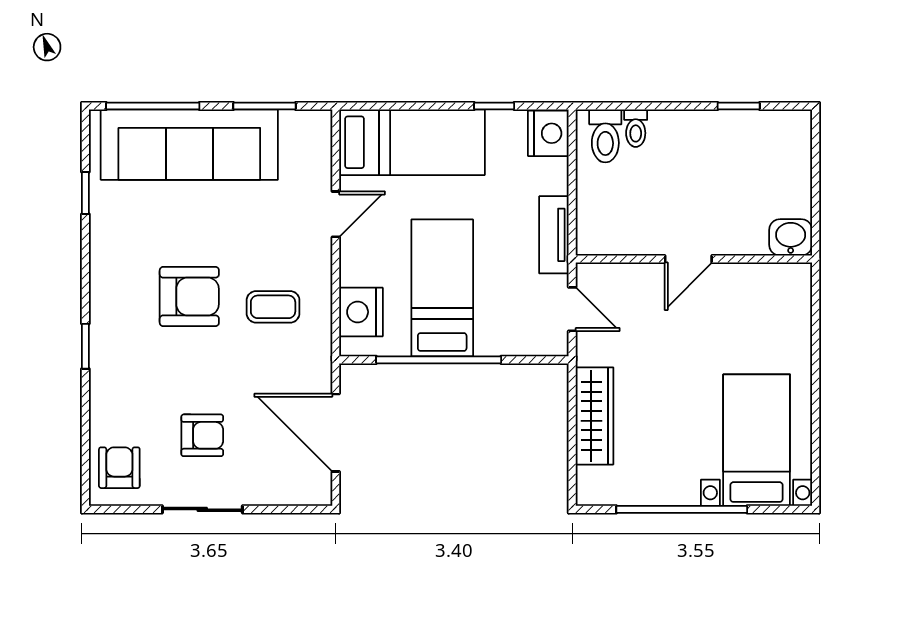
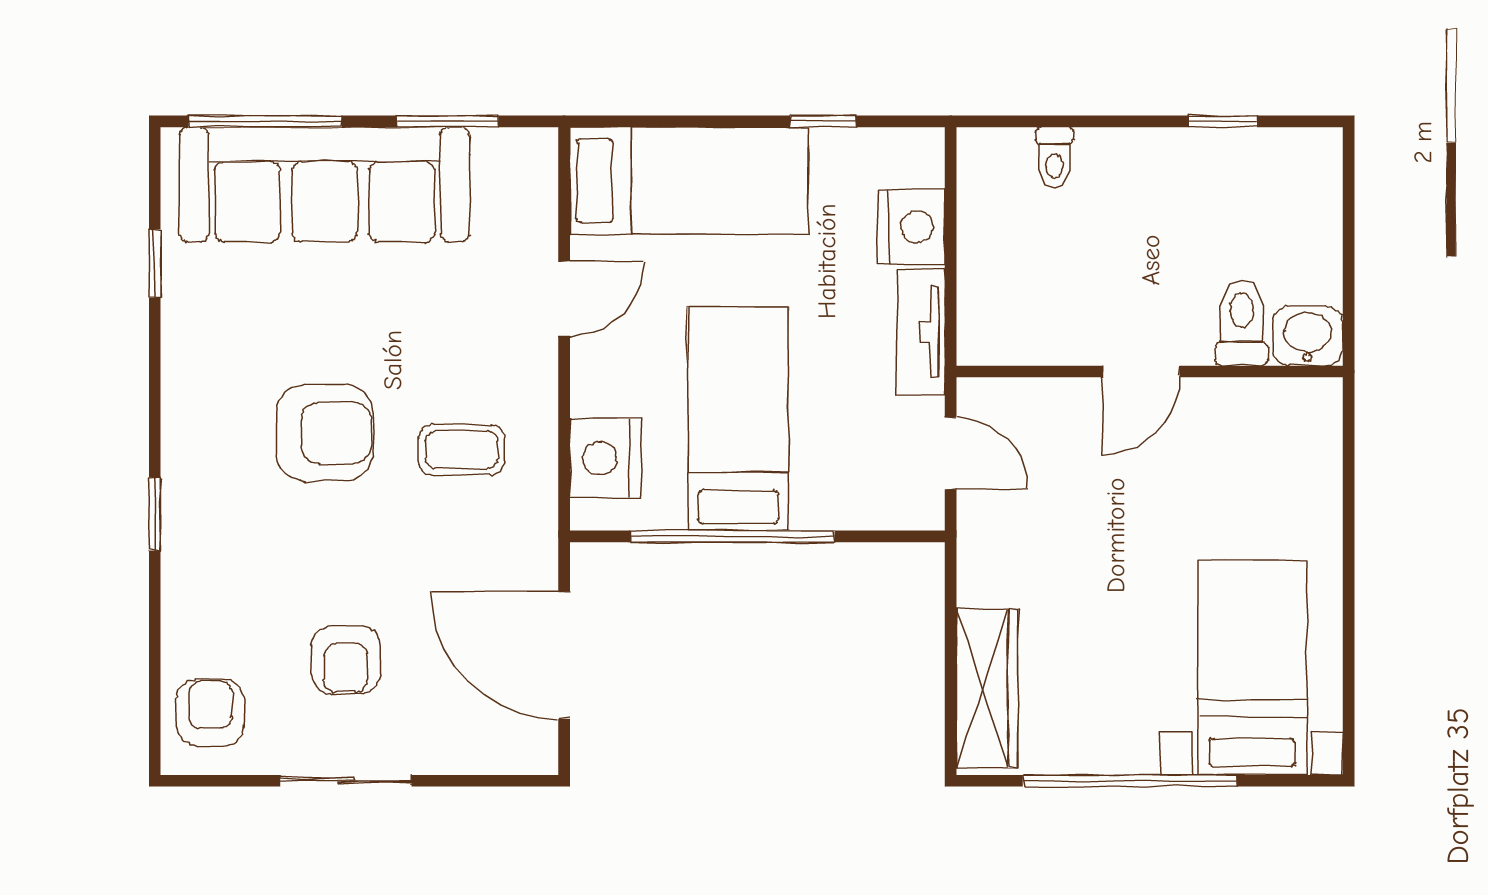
nightstand: (548, 133) -> (912, 227), moved
toilet: (605, 136) -> (1242, 322), moved, turned 180
wardrobe: (594, 416) -> (987, 688), moved
armchair: (202, 435) -> (346, 660), turned 90

